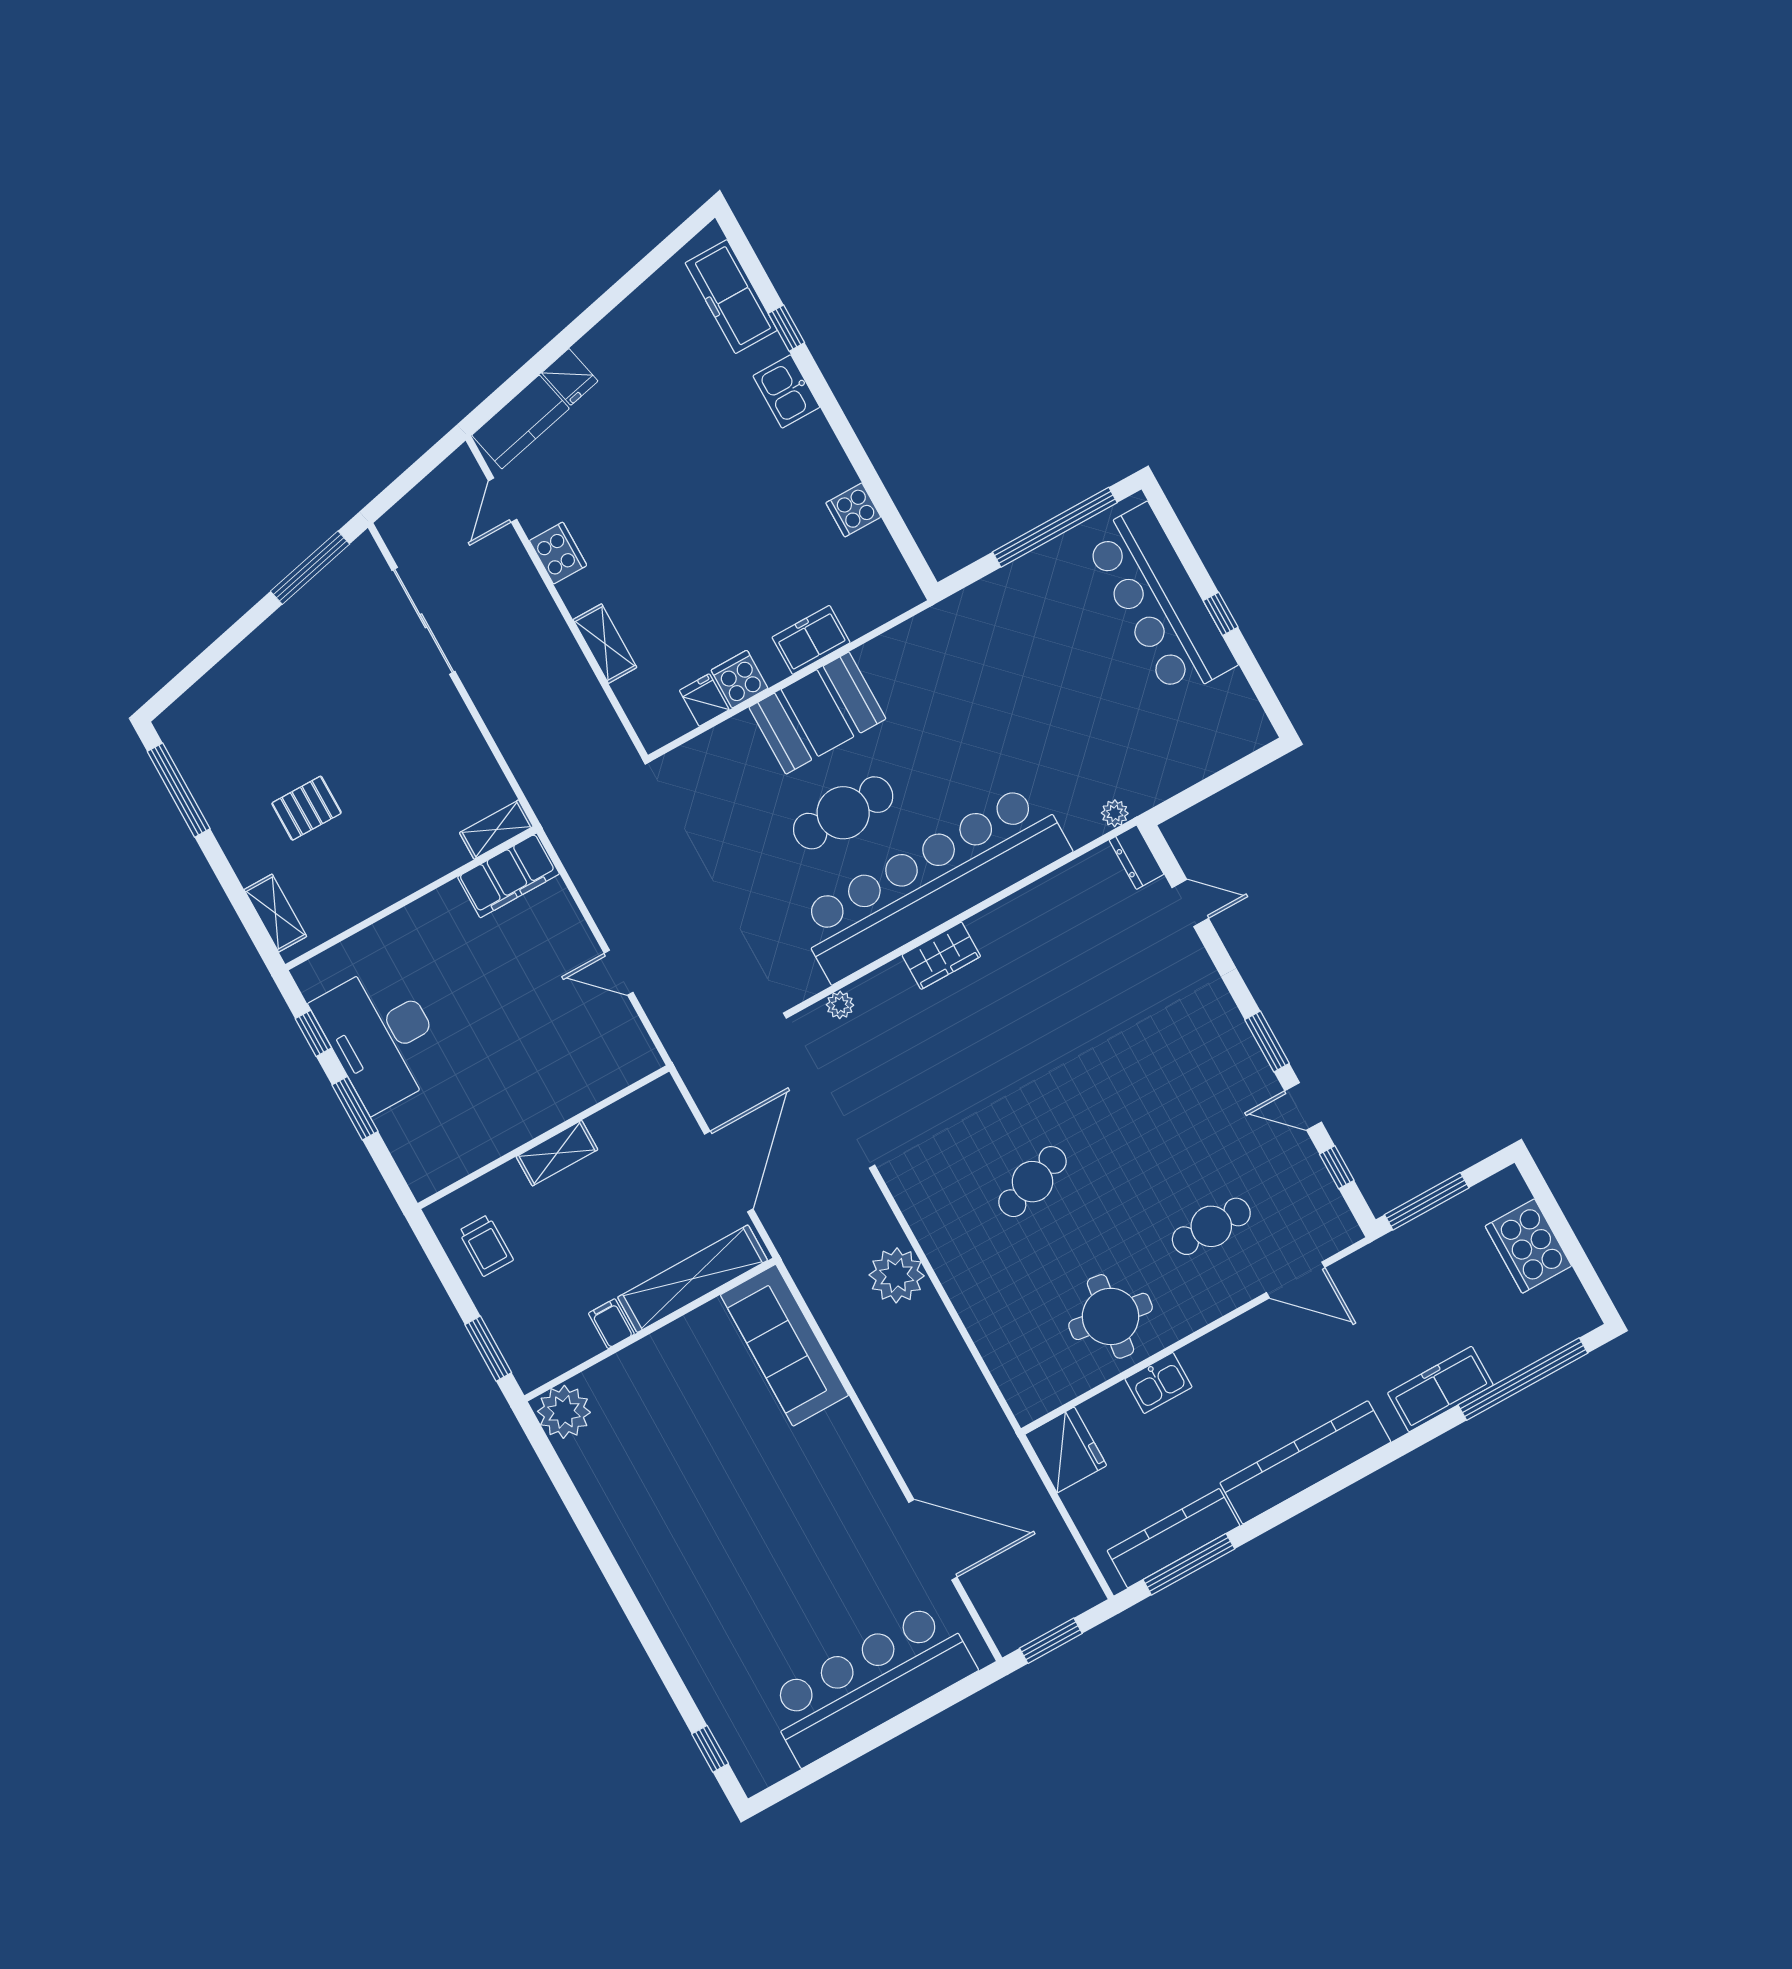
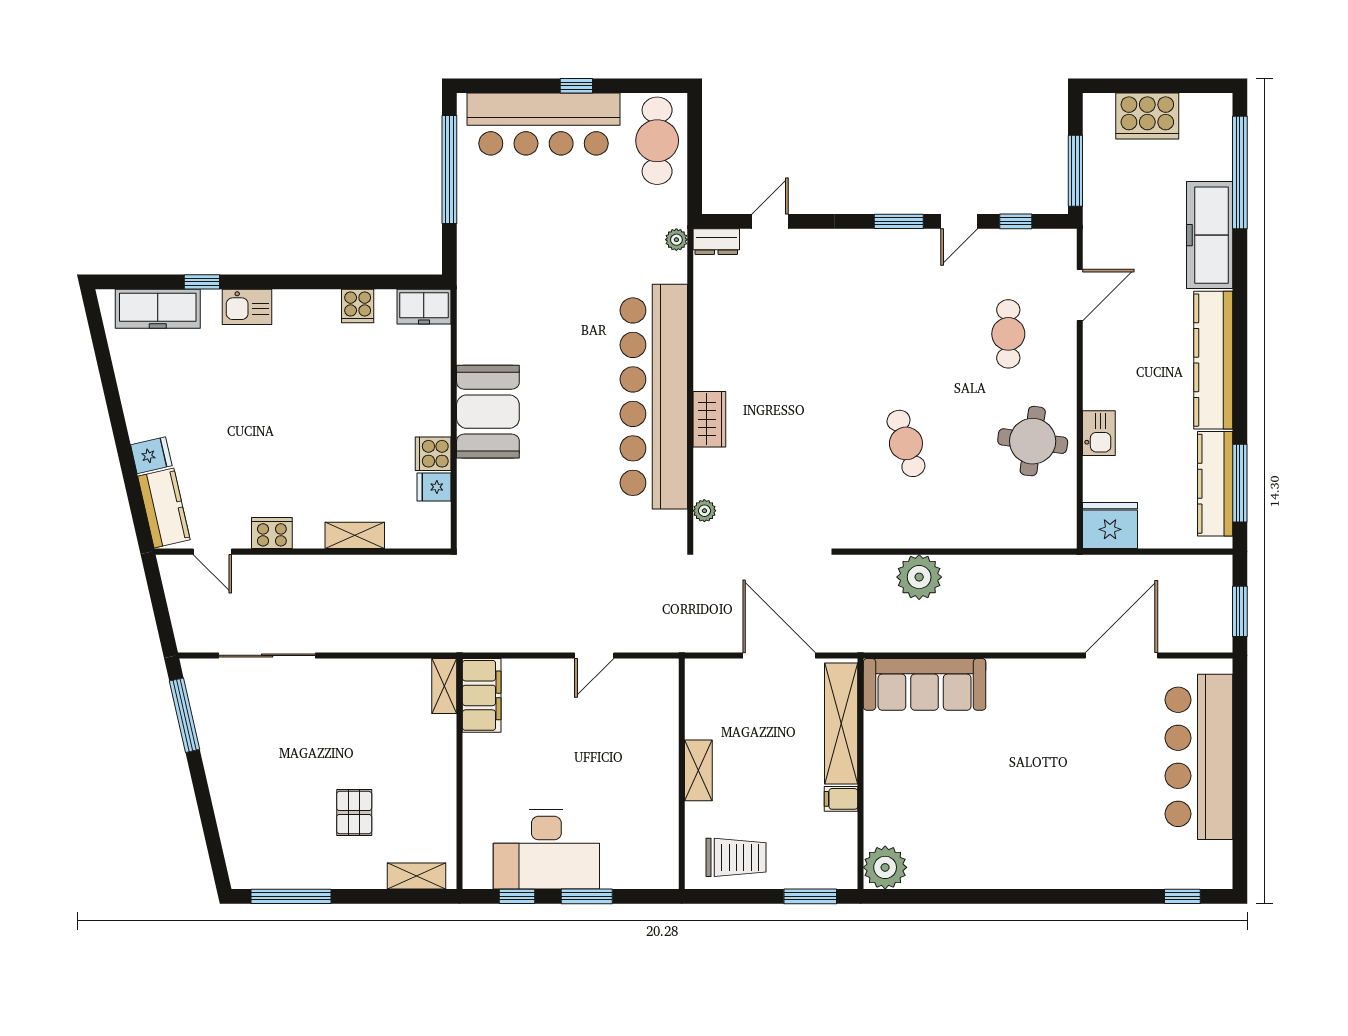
freezer: (811, 640) -> (424, 307), moved, turned -90
cafe table: (843, 813) -> (657, 141), moved
trolley: (486, 1245) -> (736, 857), width x1.36, depth x1.39
freezer: (1440, 1389) -> (1210, 235), width x1.36, depth x1.26

